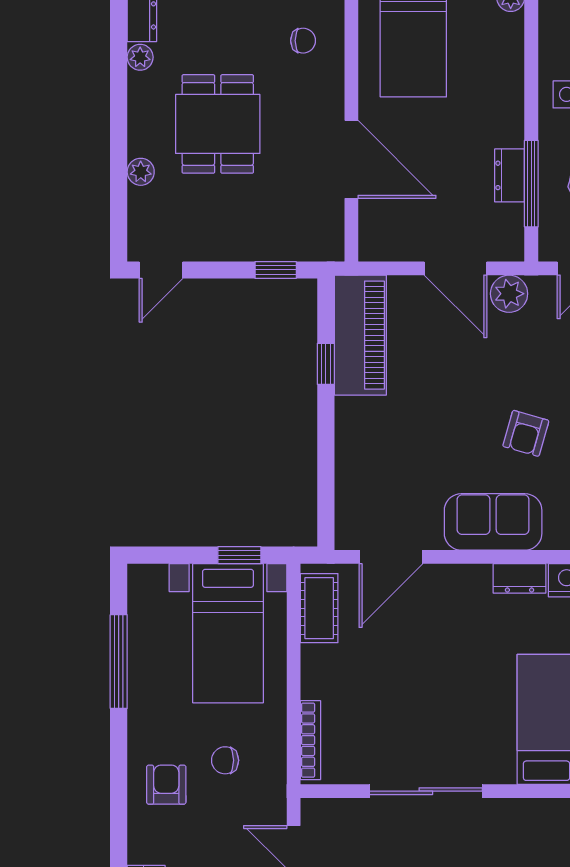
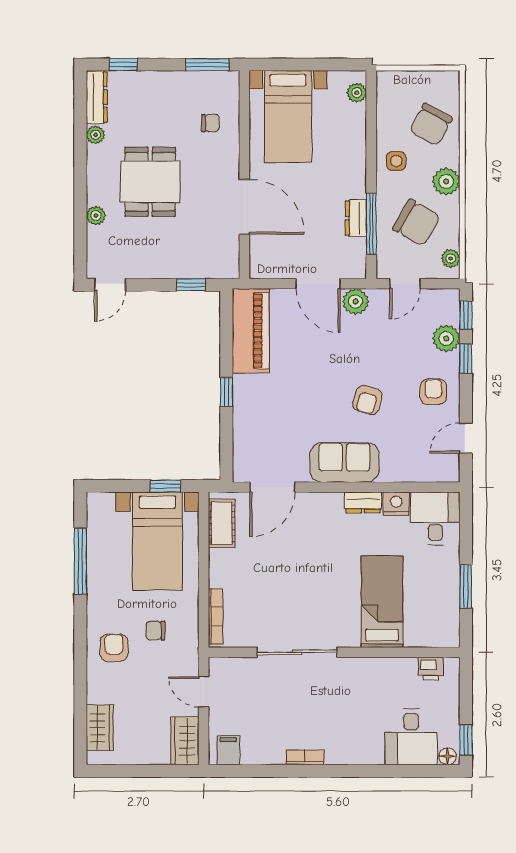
window: (326, 364) -> (226, 392), moved

